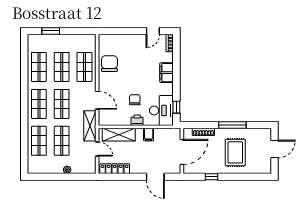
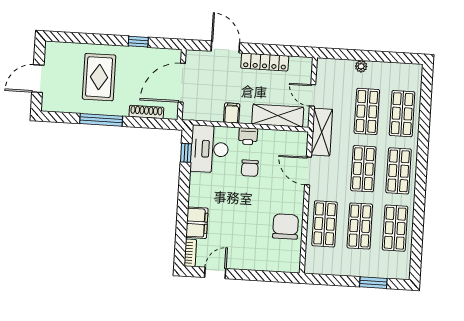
chair: (109, 64) -> (286, 227), turned 180
filing cabinet: (167, 73) -> (197, 223), moved
locker: (115, 169) -> (265, 62), moved

